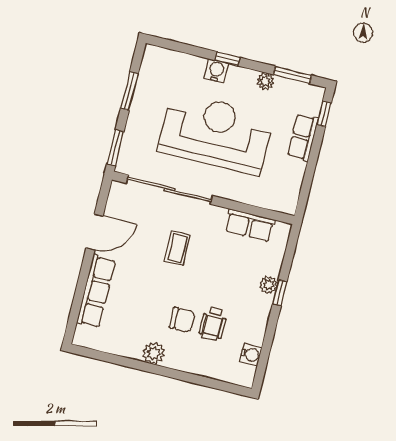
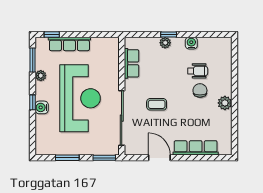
reception desk: (216, 133) -> (80, 98), turned 180
row of seats: (303, 137) -> (69, 44), width x1.48
water cooler: (251, 354) -> (191, 43), moved

